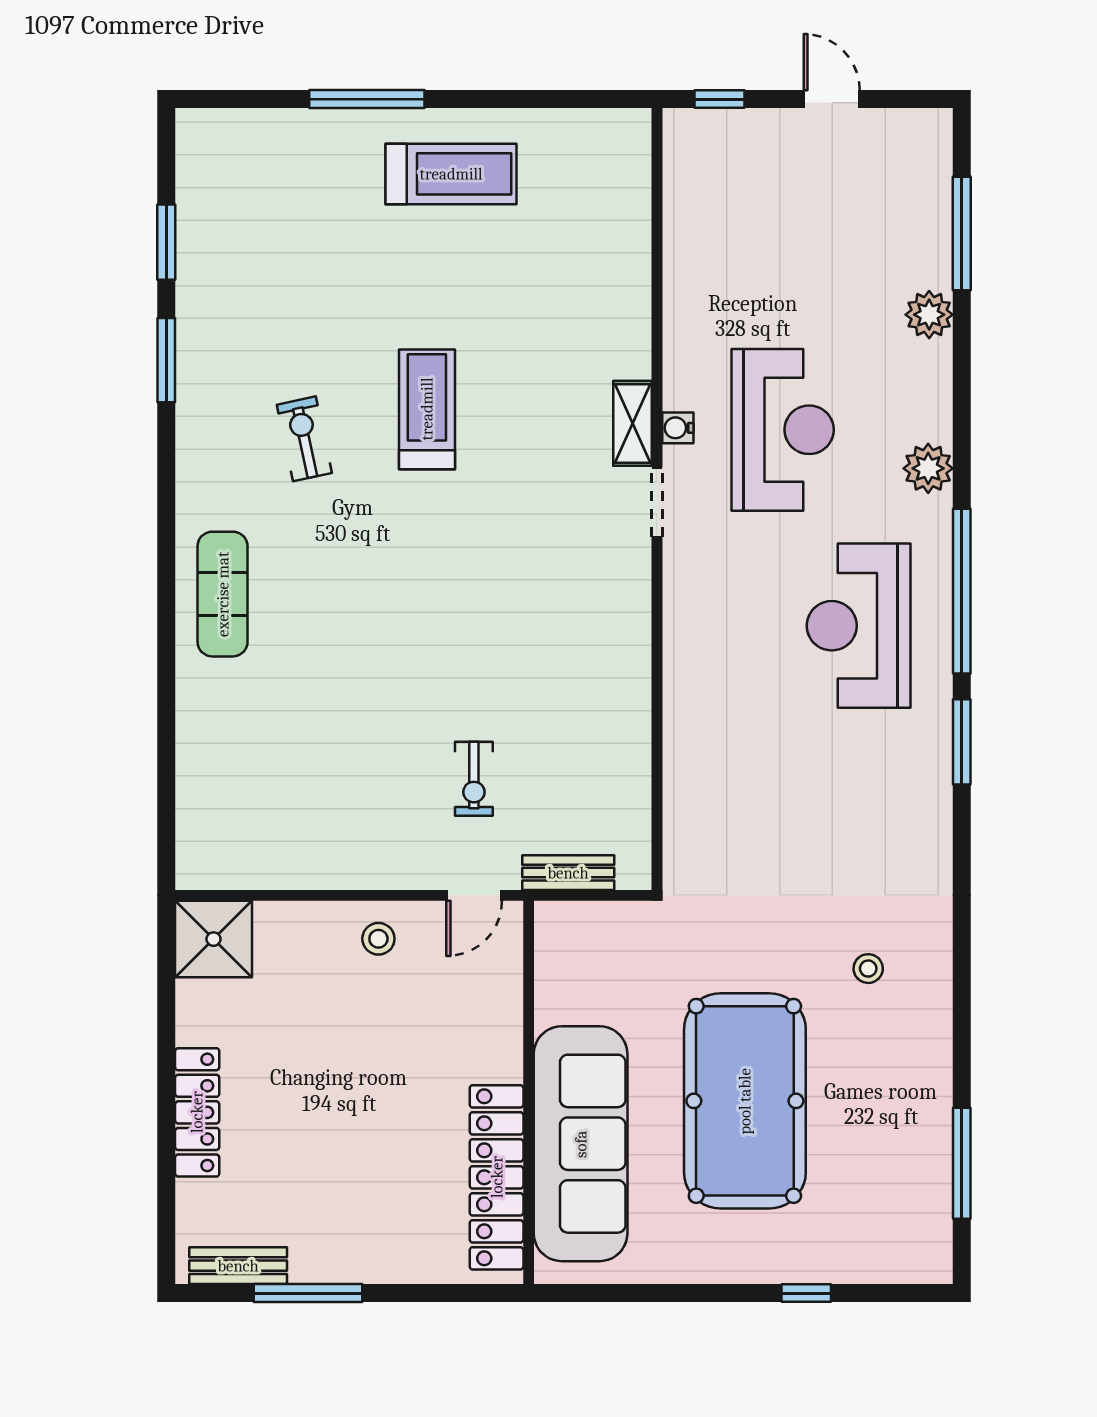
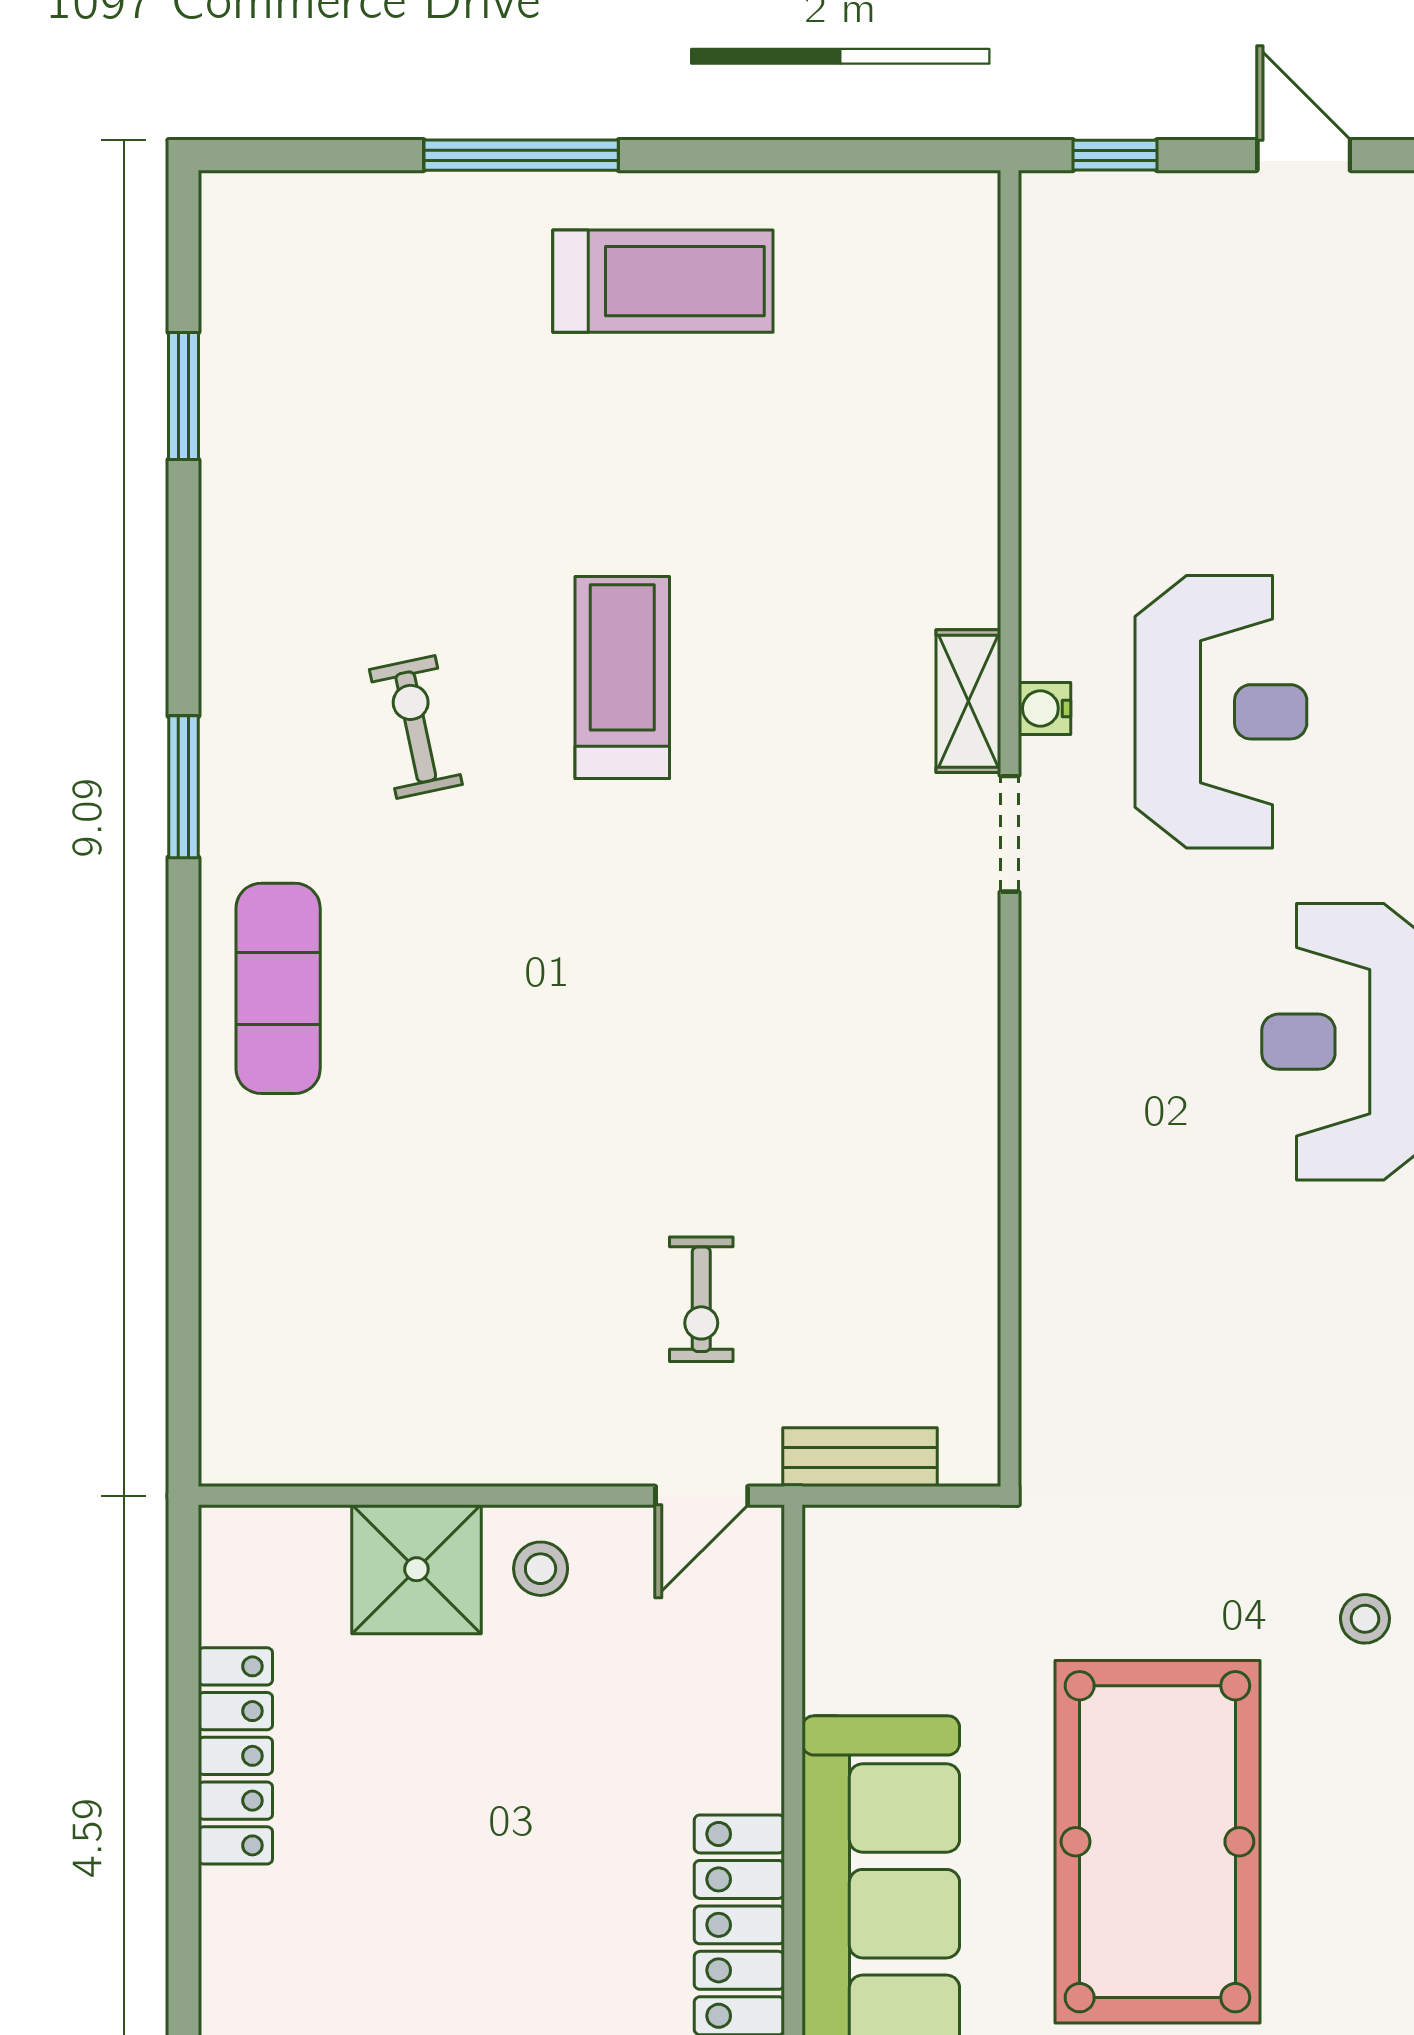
window: (166, 360) -> (183, 787), moved
shower: (214, 939) -> (416, 1569), moved
locker: (197, 1112) -> (235, 1756), moved

